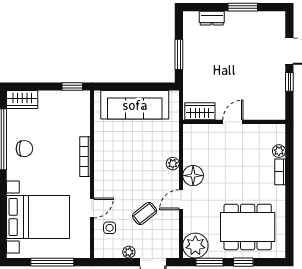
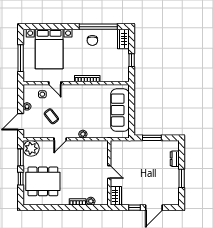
window: (72, 86) -> (132, 60), moved
wardrobe: (200, 111) -> (116, 196), moved
floor lamp: (193, 176) -> (75, 147), removed
door: (181, 200) -> (60, 139), swing flipped
dining table: (248, 227) -> (43, 181), turned 90

